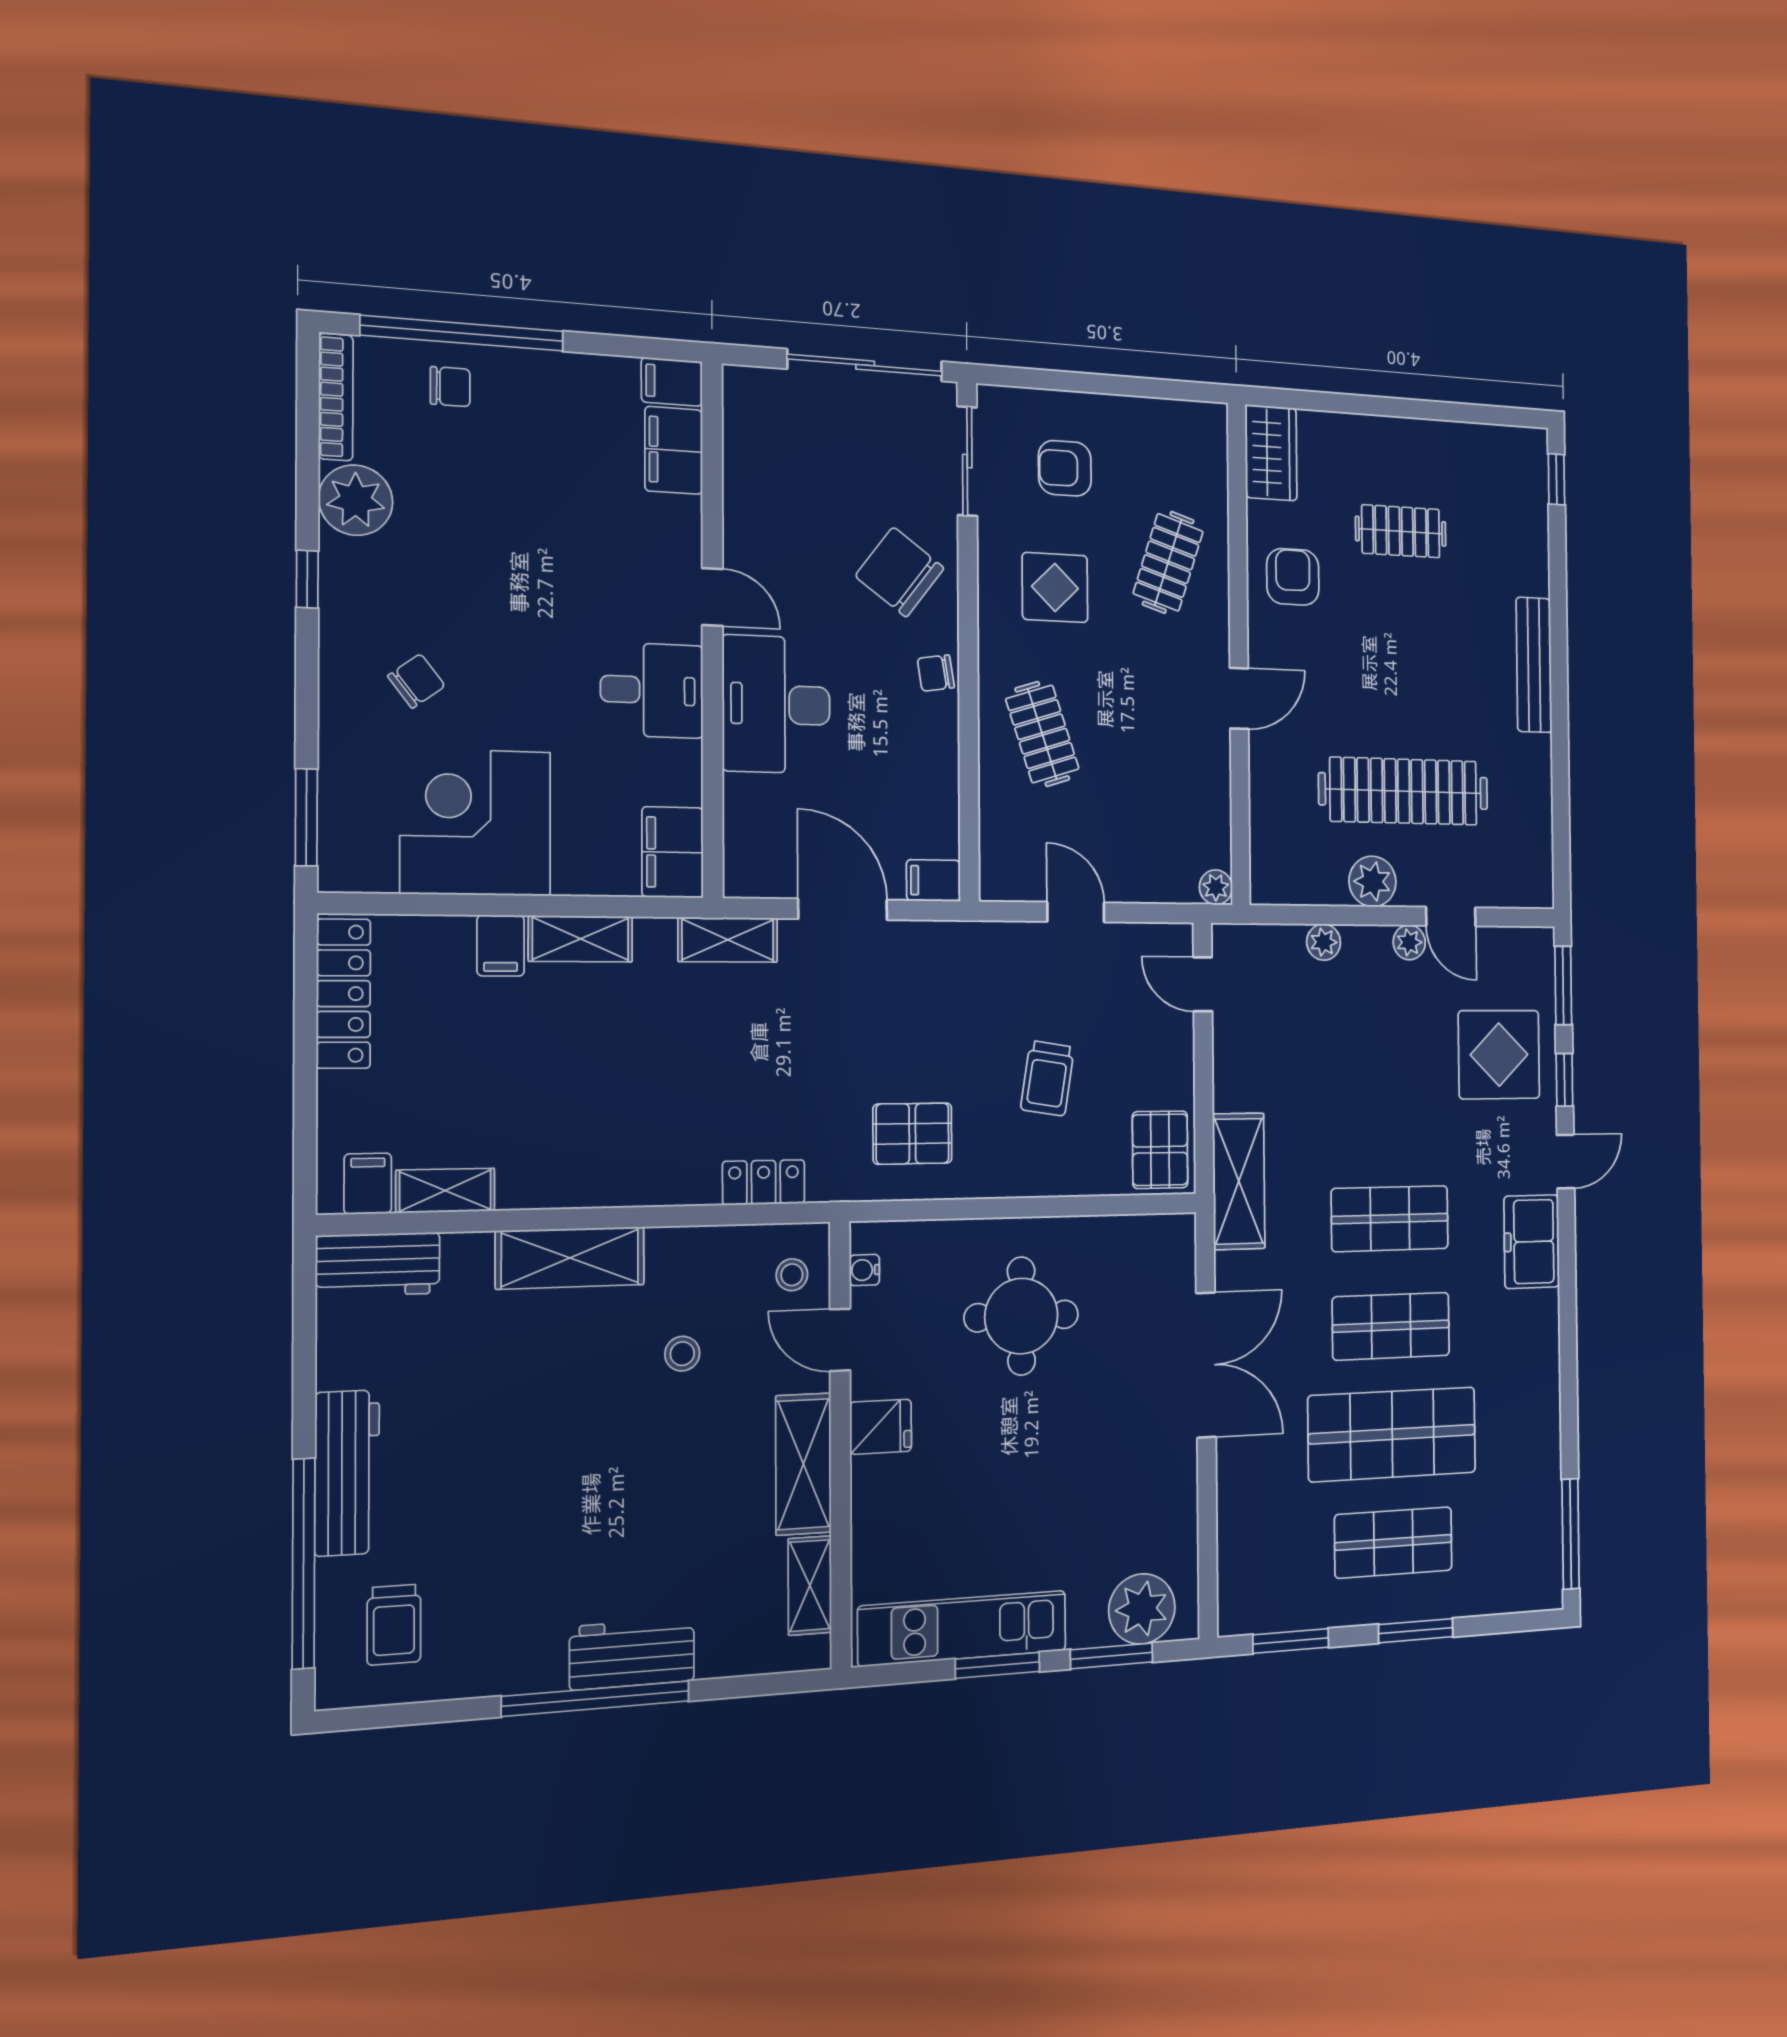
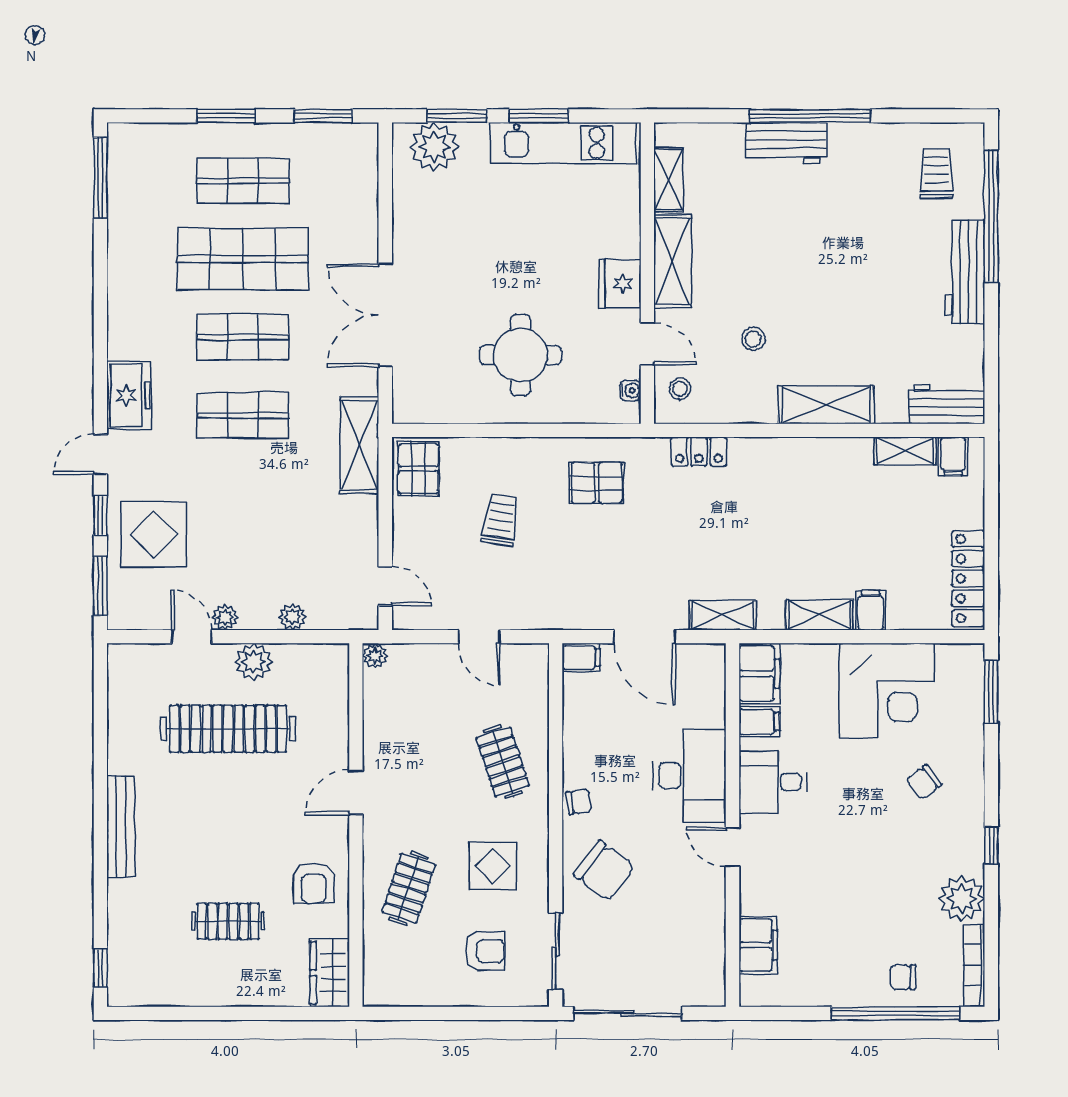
filing cabinet: (672, 382) -> (759, 722), moved
fridge: (881, 1427) -> (620, 284), width x1.38

